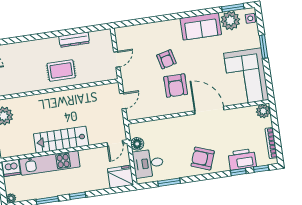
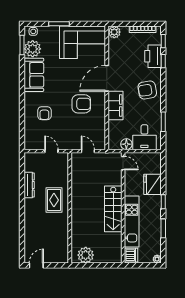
armchair: (166, 59) -> (44, 113), moved, turned 104
filing cabinet: (180, 125) -> (116, 106), added
armchair: (203, 159) -> (147, 90), turned 61
fridge: (121, 177) -> (152, 184), moved

